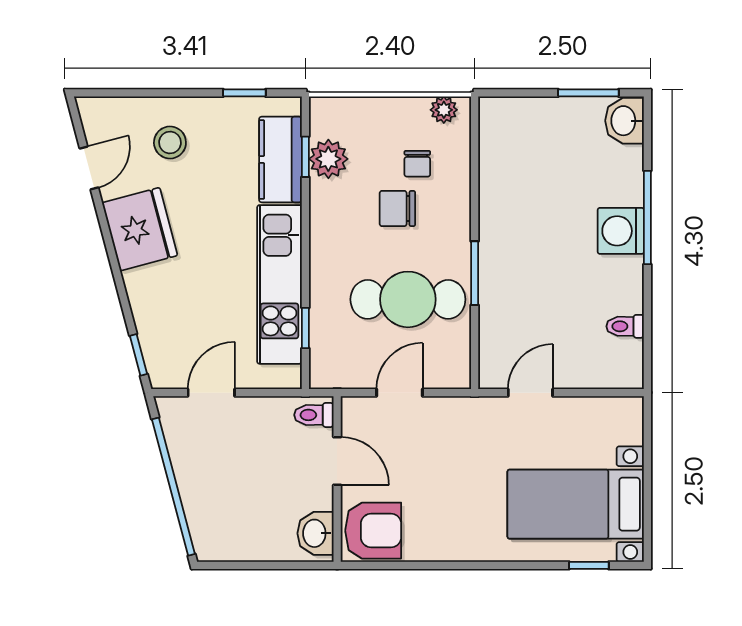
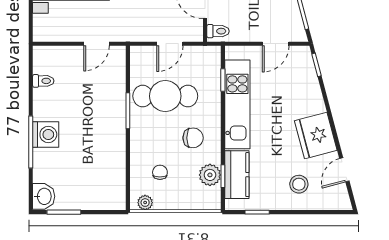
chair: (397, 209) -> (193, 138), moved

